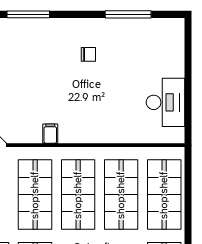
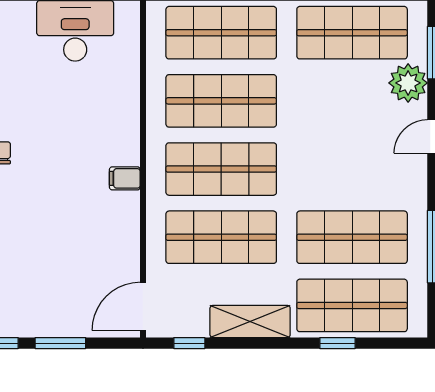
filing cabinet: (50, 134) -> (125, 178), moved

